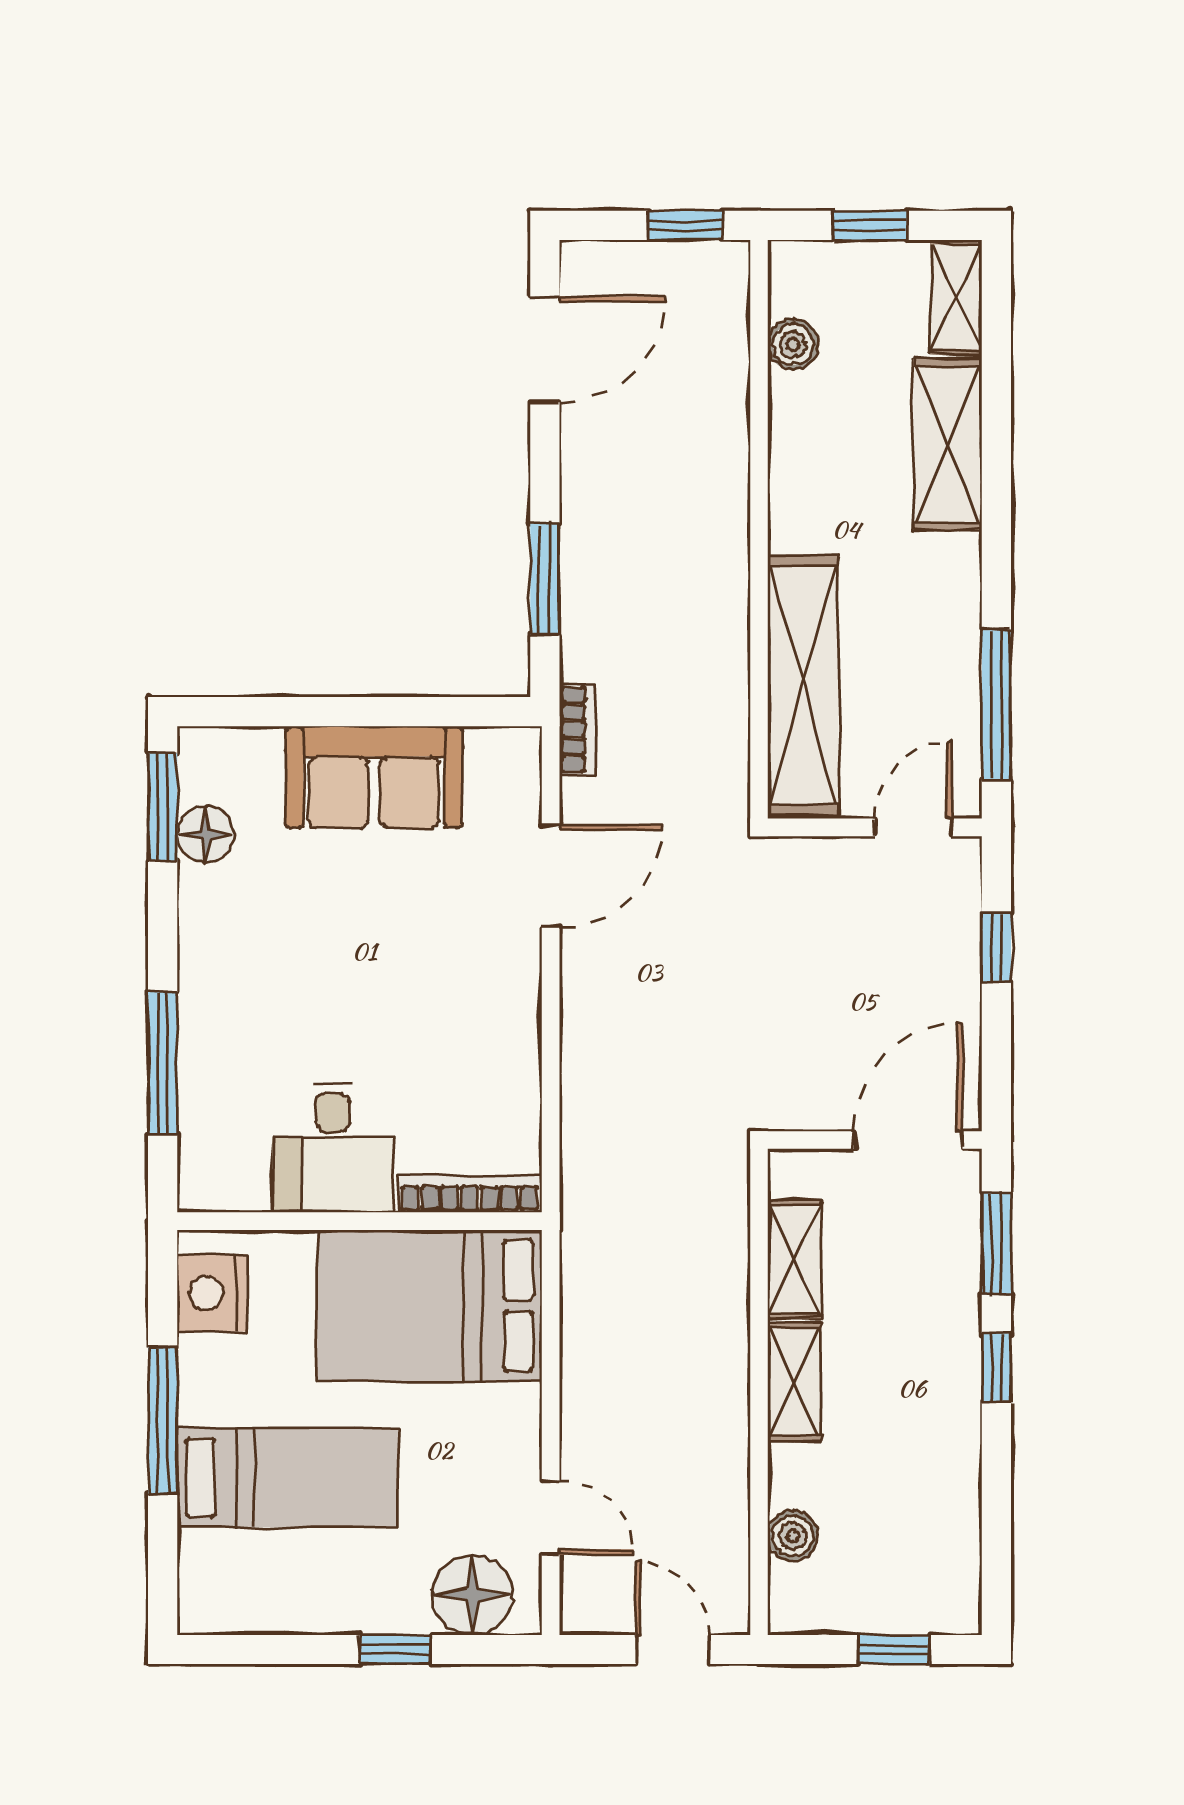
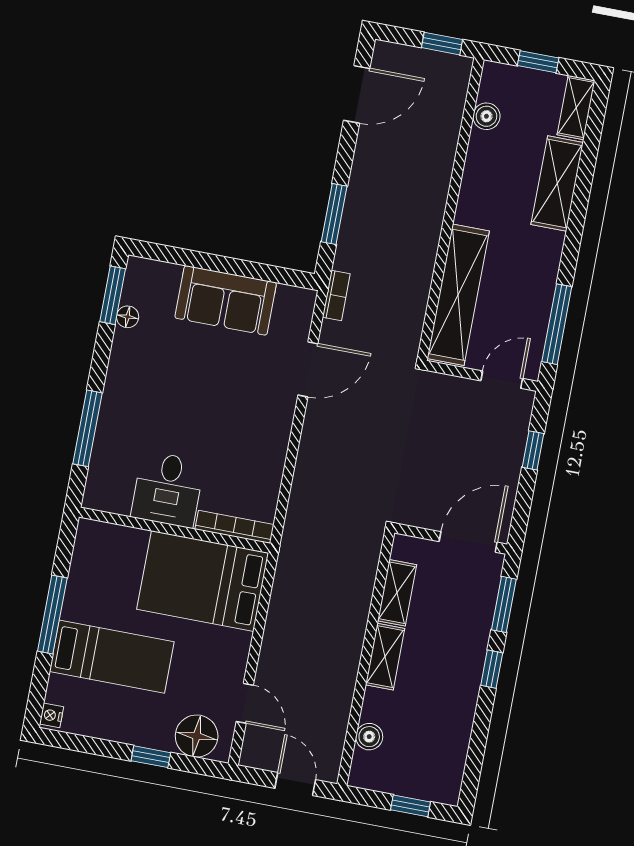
floor lamp: (206, 834) -> (128, 317), width x0.73, depth x0.73
nightstand: (212, 1293) -> (52, 715), moved, width x0.53, depth x0.56

